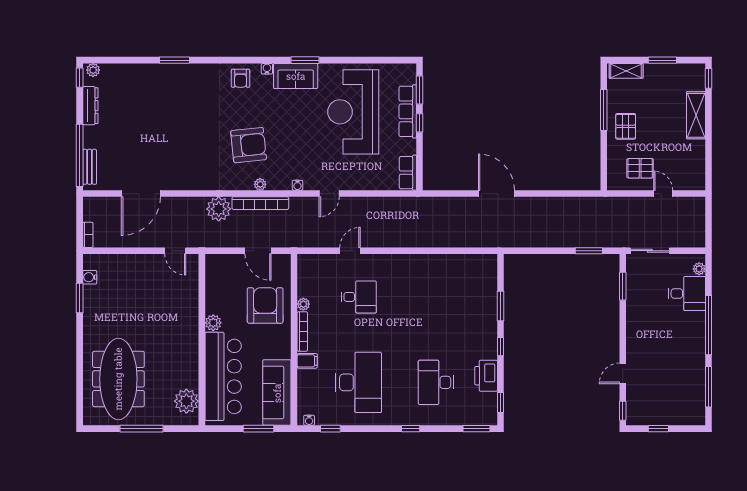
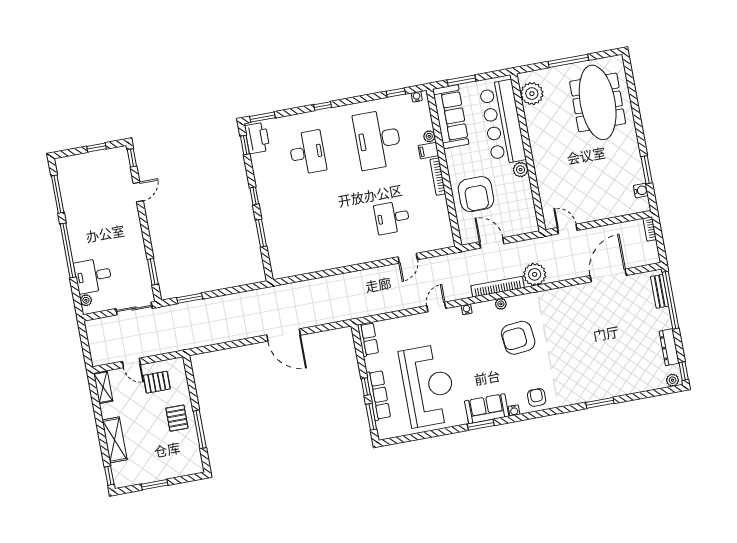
shelving: (626, 71) -> (103, 387), moved, turned 90
plant: (303, 304) -> (429, 136), moved
printer: (486, 376) -> (257, 138), moved

